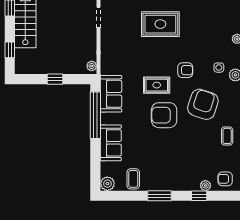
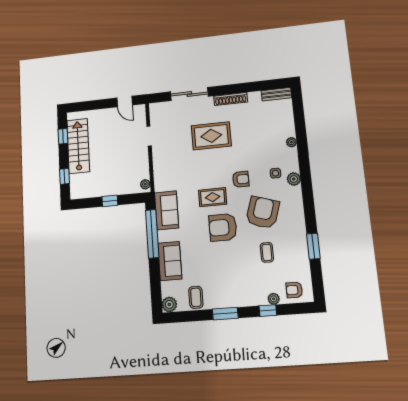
coffee table: (227, 136) -> (267, 252), moved

